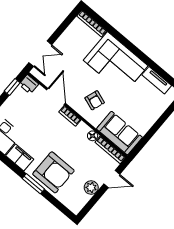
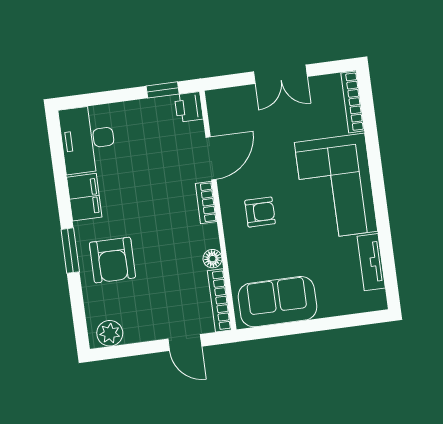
double door: (40, 54) -> (280, 74), moved
armchair: (95, 100) -> (260, 212), turned -109
sofa: (119, 133) -> (277, 302), moved, turned -90
armchair: (53, 172) -> (112, 260), width x0.73, depth x0.73
plant: (91, 188) -> (110, 333), moved

